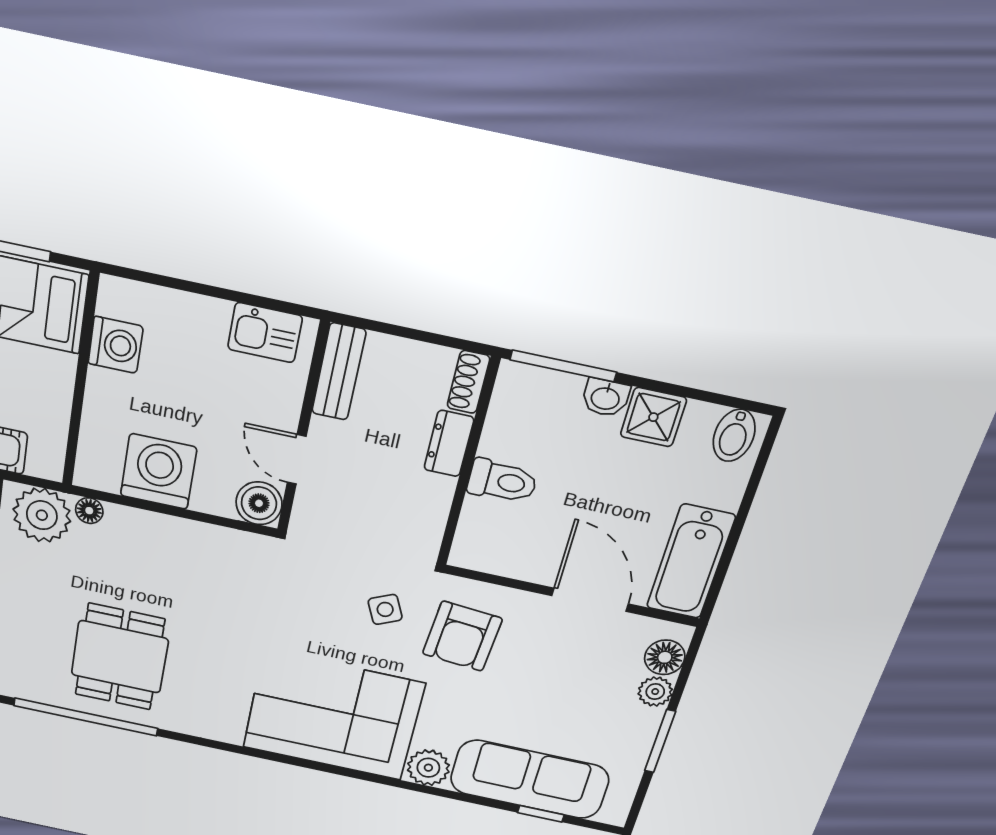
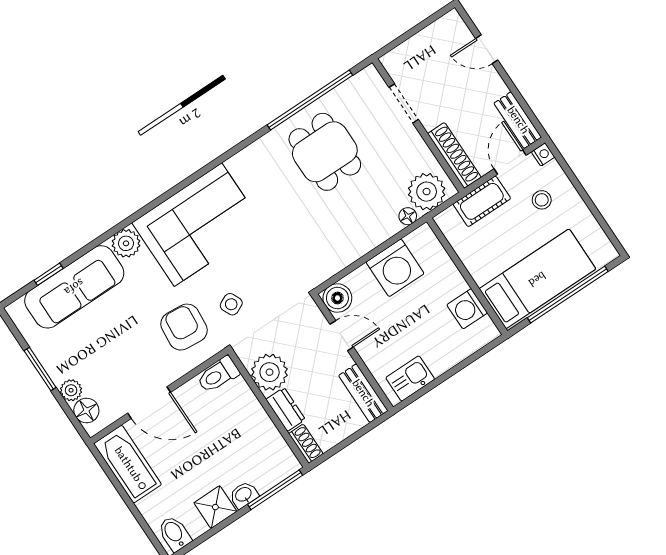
toilet: (502, 481) -> (218, 375), moved
plant: (422, 501) -> (270, 372), added

